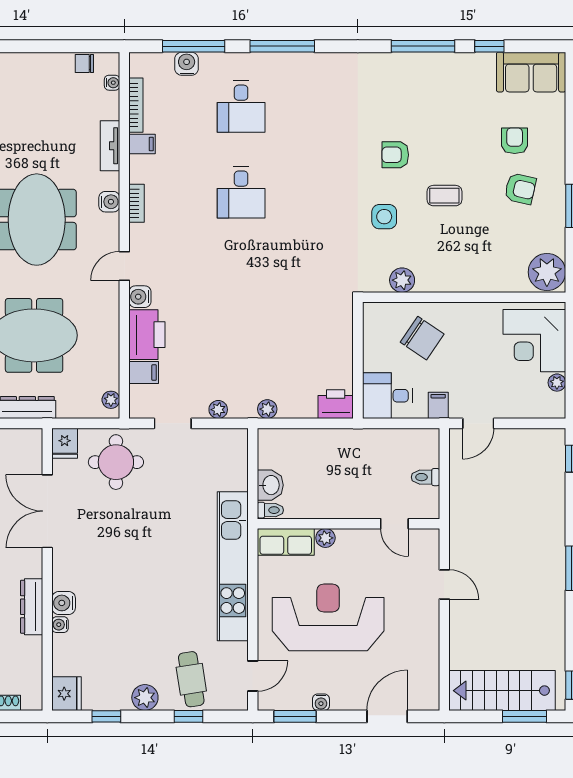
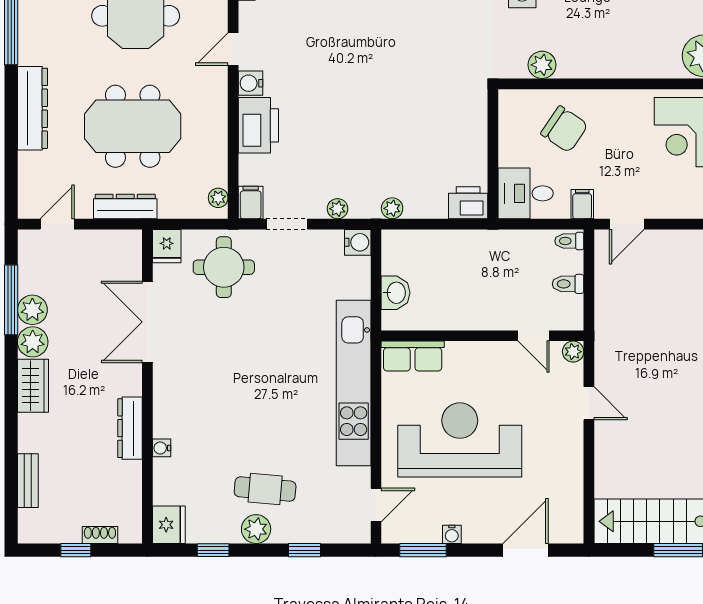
filing cabinet: (144, 373) -> (251, 202), moved, turned -90
toilet: (270, 510) -> (569, 241), moved, turned 180
plant: (325, 538) -> (573, 352), moved
water cooler: (64, 603) -> (358, 242), moved, turned 180
cafe table: (191, 679) -> (265, 489), moved, turned -76

